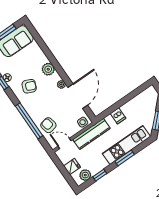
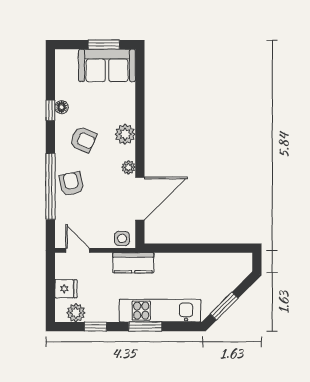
dishwasher: (118, 116) -> (176, 263), removed
armchair: (48, 125) -> (71, 184), moved
kitchen counter: (91, 134) -> (133, 263), width x0.67

